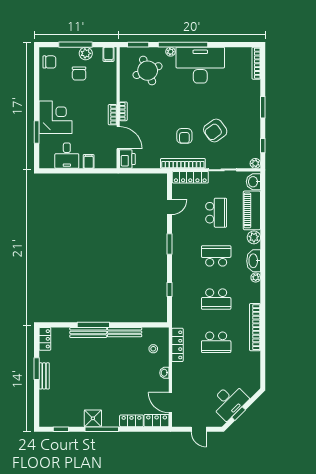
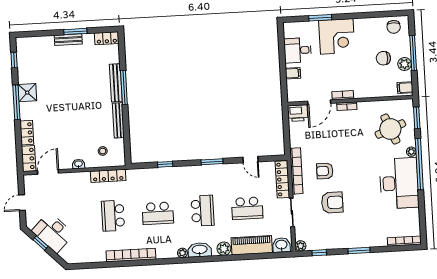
armchair: (215, 130) -> (332, 202), turned 126
school desk: (216, 299) -> (158, 213), turned -90

